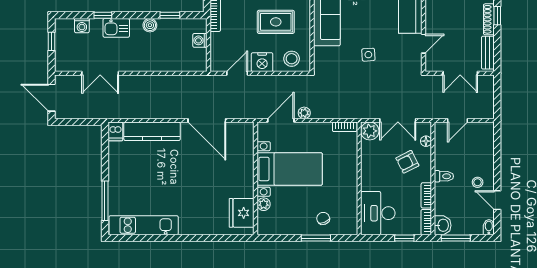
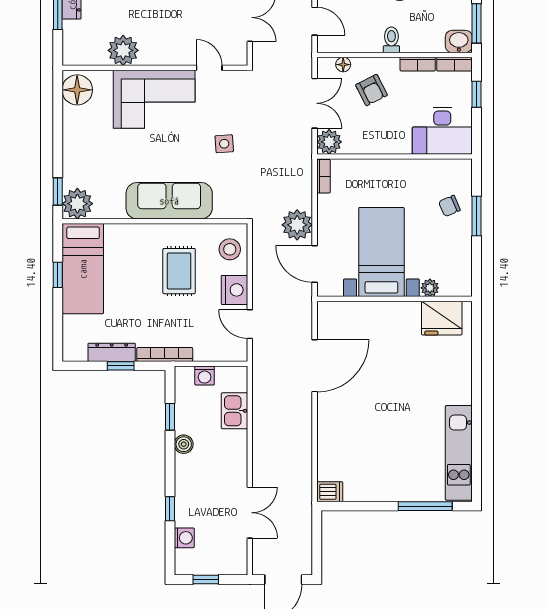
kitchen sink: (116, 28) -> (235, 411), moved, turned 180
plant: (304, 113) -> (297, 225), width x1.88, depth x1.88
kitchen counter: (152, 131) -> (330, 441), removed

